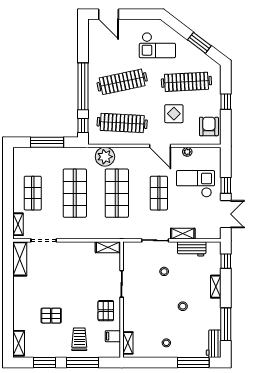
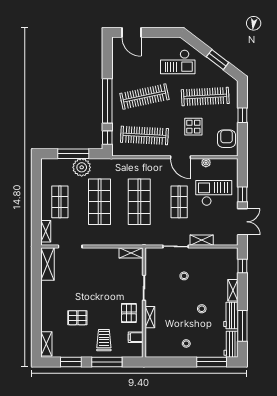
plant: (105, 157) -> (82, 167), moved
workbench: (192, 249) -> (231, 315), moved, turned 90
shelving: (128, 343) -> (150, 317), moved

